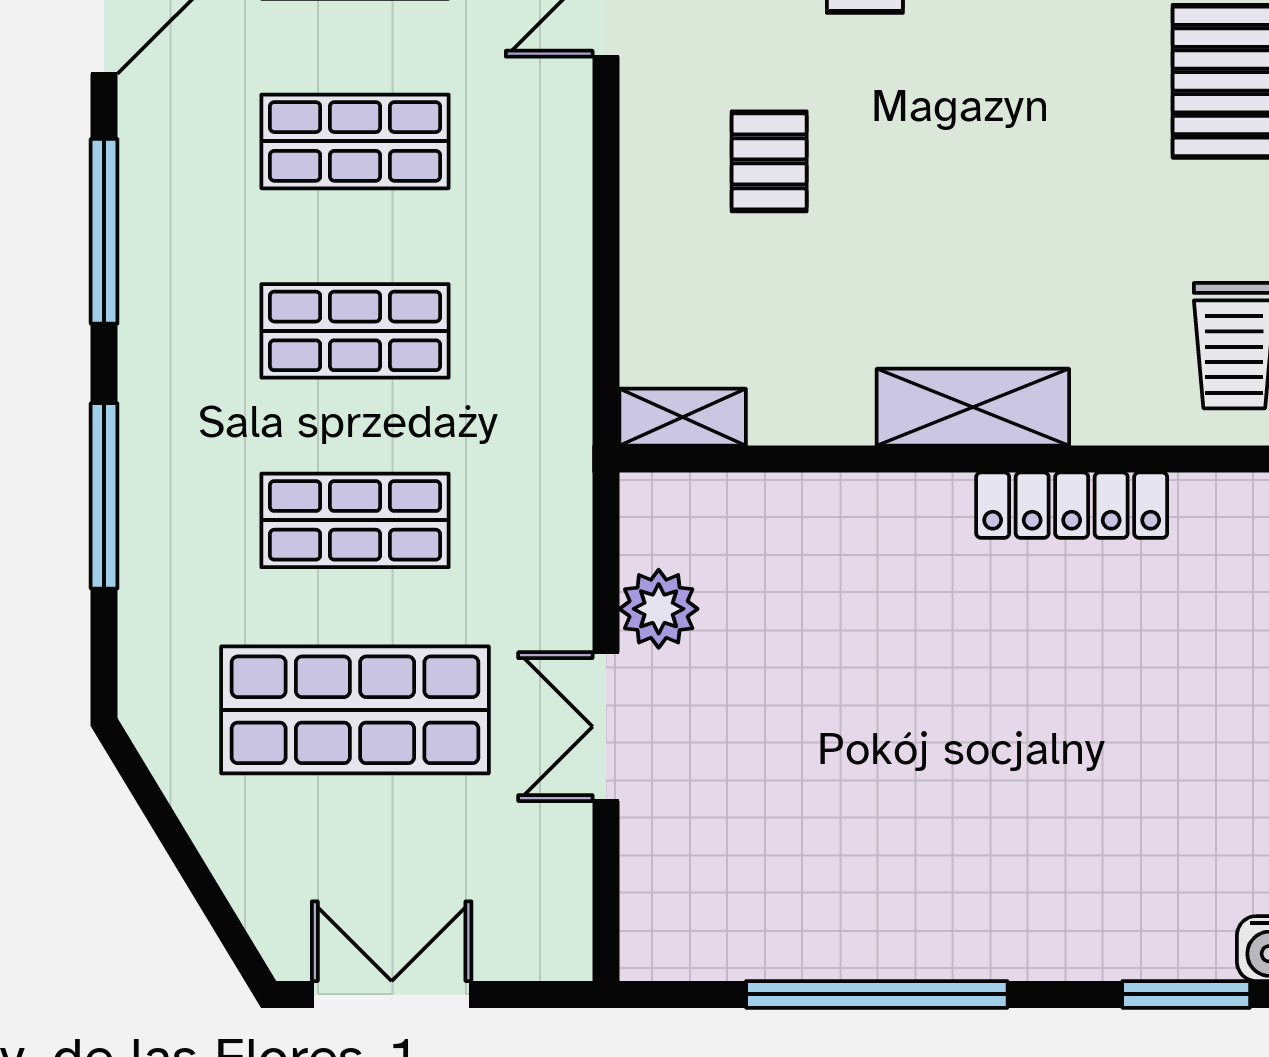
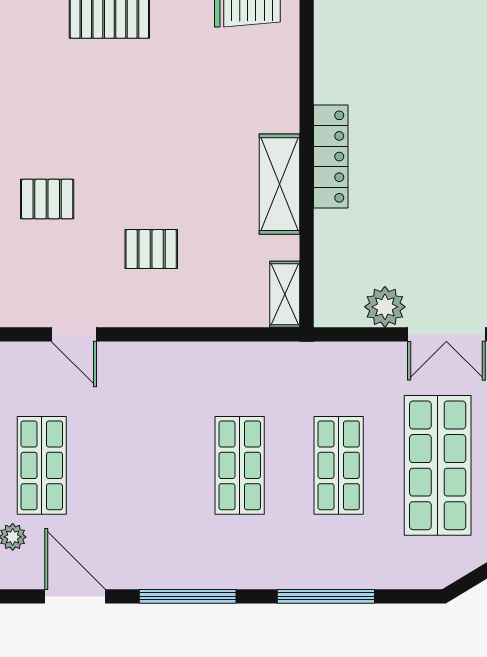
shop shelf: (355, 141) -> (141, 465), removed
shelving: (973, 407) -> (280, 184), moved
locker: (1072, 505) -> (331, 157), moved

